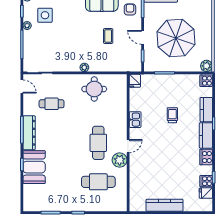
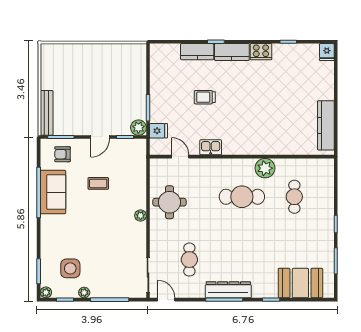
parasol: (176, 38) -> (101, 92), removed
plant: (207, 66) -> (138, 128), moved
fridge: (135, 81) -> (158, 131), moved
cooker: (206, 81) -> (158, 52), removed
door: (22, 86) -> (166, 300), hinge flipped
door: (128, 146) -> (180, 157), moved
booth: (34, 167) -> (300, 283), moved
cooker: (206, 181) -> (293, 52), removed
cafe table: (98, 182) -> (294, 197), width x0.73, depth x0.74
fridge: (206, 193) -> (327, 52), moved
kitchen counter: (165, 205) -> (326, 125), moved

